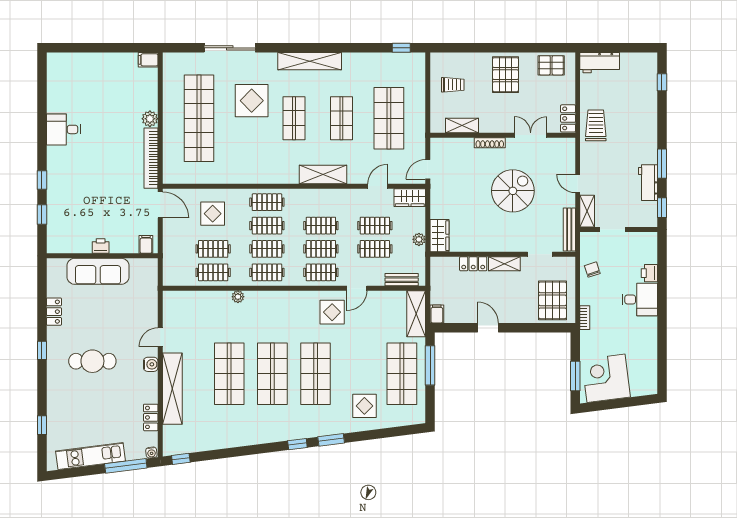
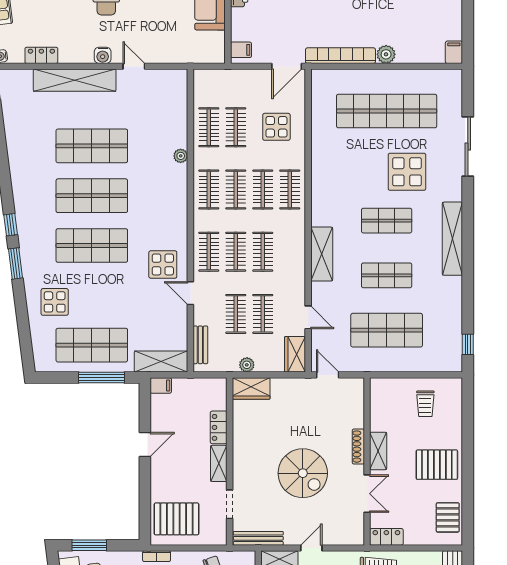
shelving: (462, 126) -> (378, 451), moved

